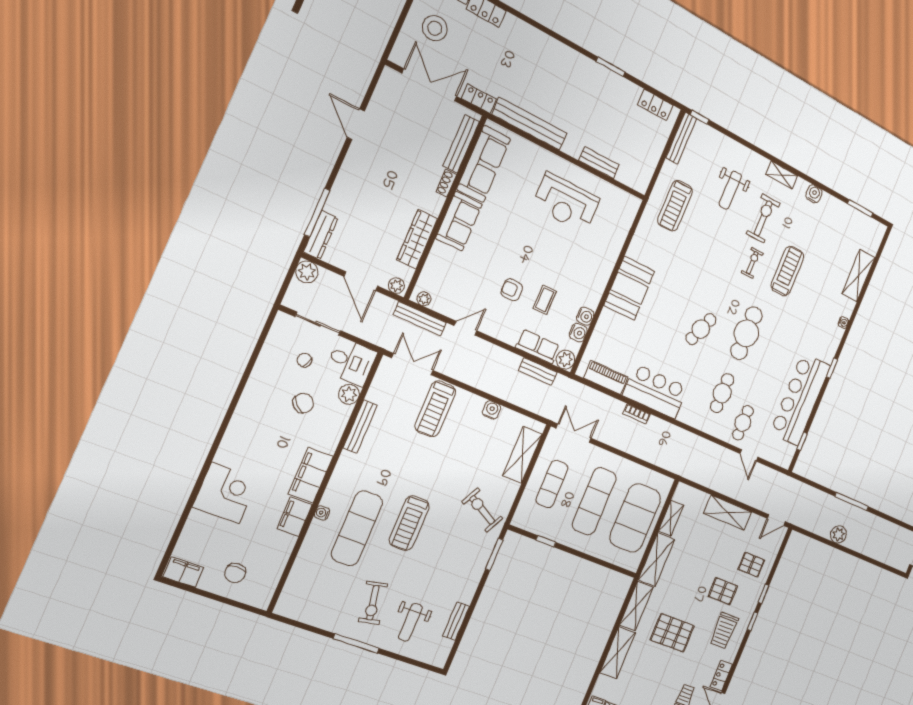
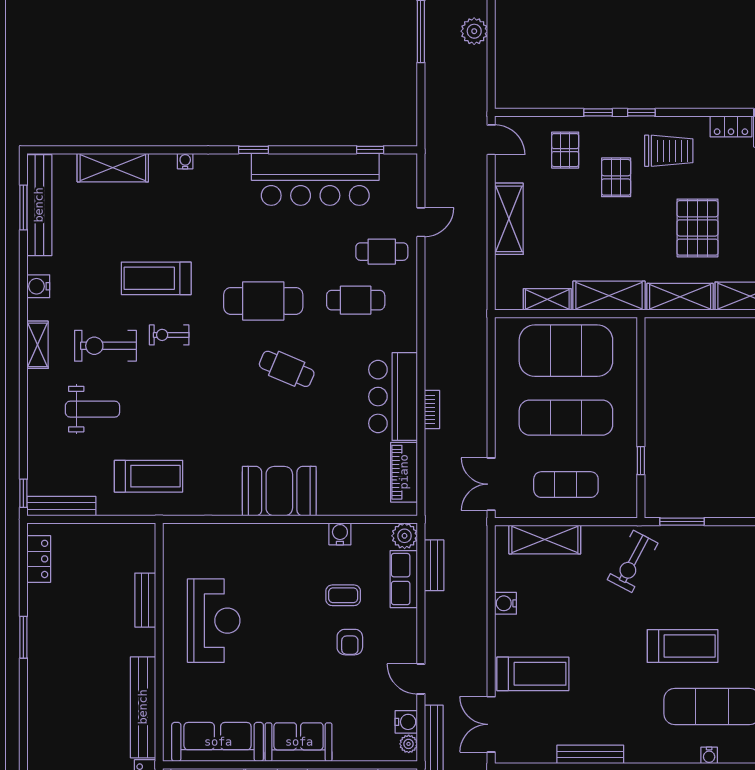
bench: (857, 219) -> (39, 205), added
water cooler: (578, 333) -> (406, 722), moved, turned 90

